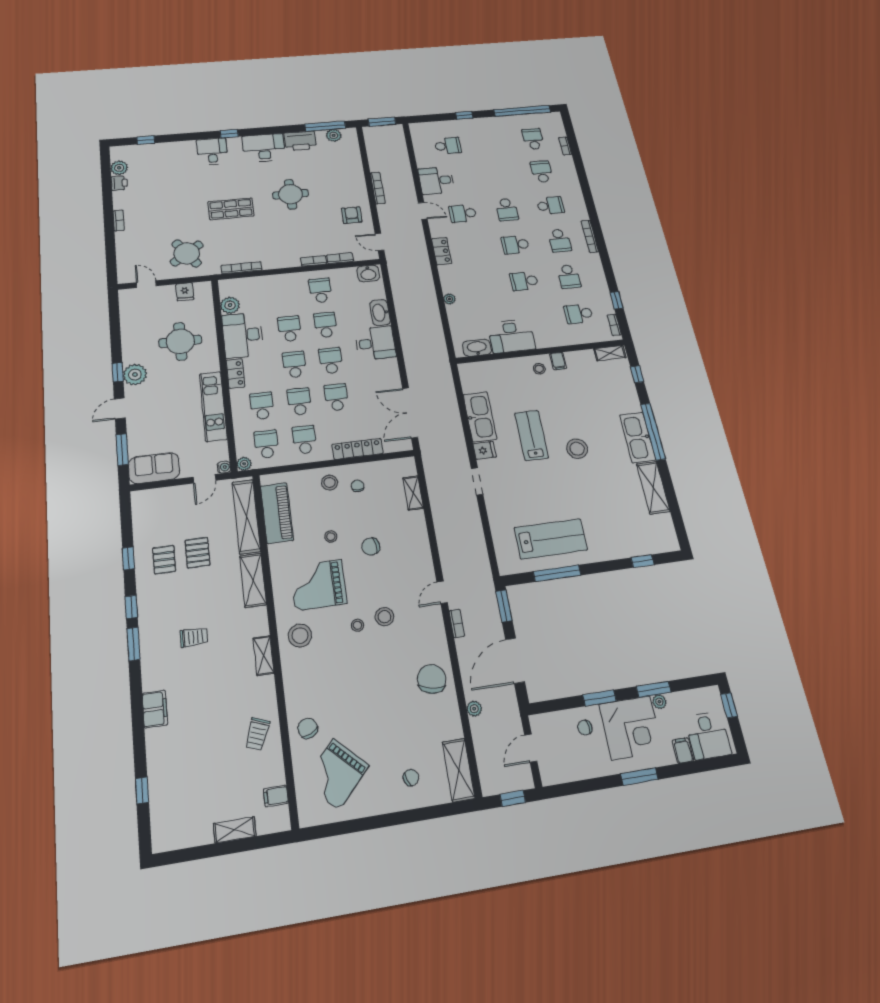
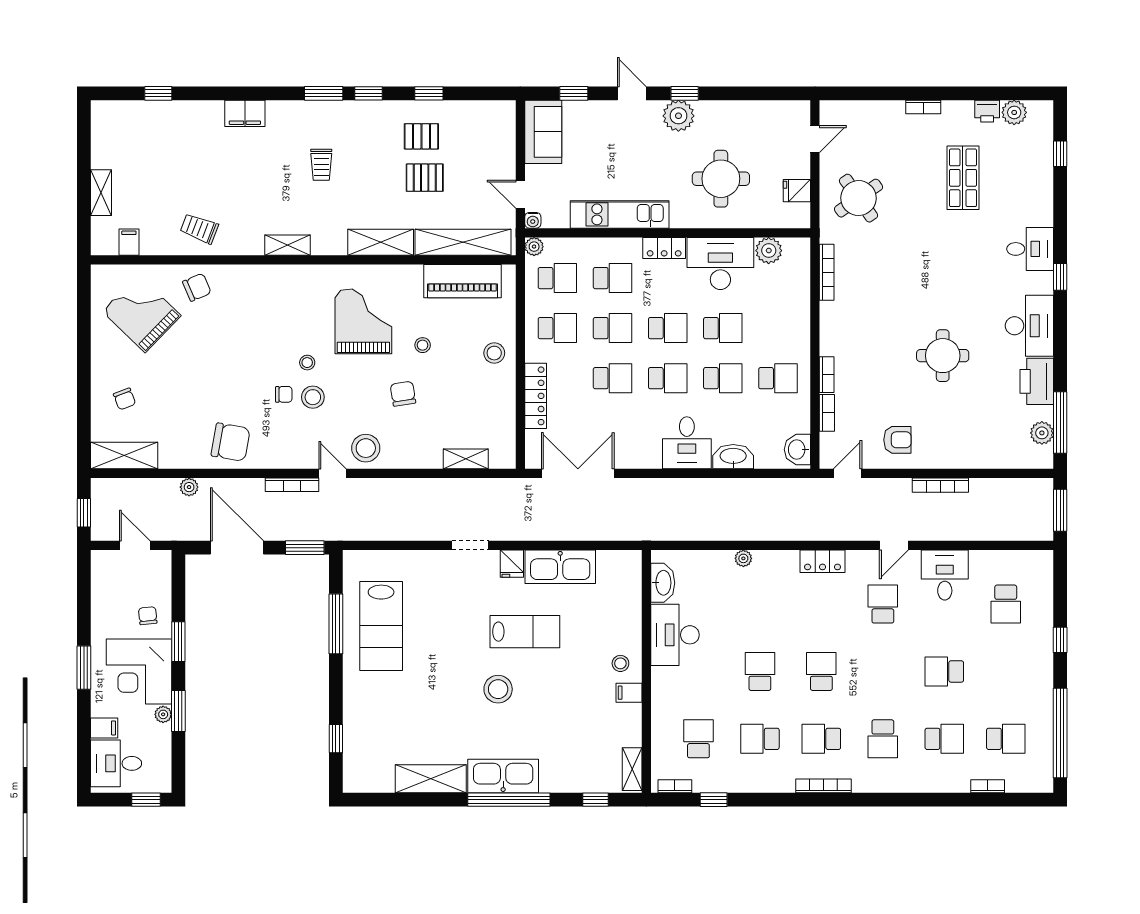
shop shelf: (231, 209) -> (963, 178), moved
school desk: (507, 210) -> (944, 671), moved
window: (122, 450) -> (574, 93), width x0.67
chair: (358, 486) -> (284, 394), moved
bookcase: (457, 623) -> (292, 485), width x1.56
stool: (300, 636) -> (366, 448), moved

